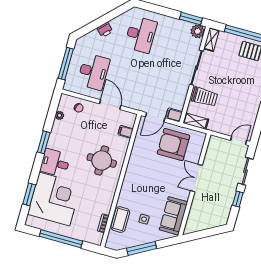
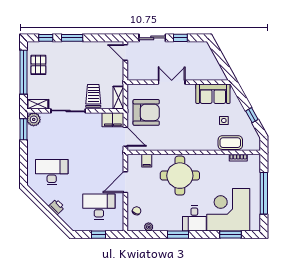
window: (66, 64) -> (98, 235), width x0.46
filing cabinet: (174, 115) -> (113, 120), width x2.00
armchair: (173, 145) -> (146, 112), turned -90
round table: (102, 160) -> (180, 176), width x1.36, depth x1.36
double door: (196, 178) -> (172, 82), swing flipped
window: (142, 248) -> (252, 115), width x0.46

